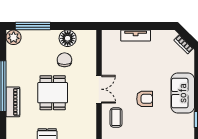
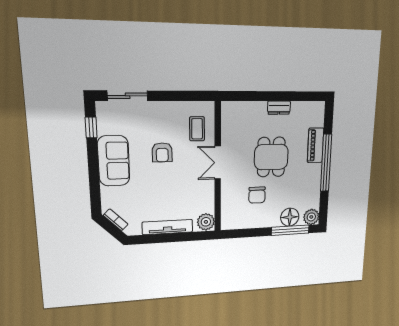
tv unit: (136, 36) -> (168, 227), width x1.41
floor lamp: (68, 38) -> (290, 217), moved
plant: (109, 38) -> (206, 222), added
armchair: (145, 99) -> (162, 152), turned -90

